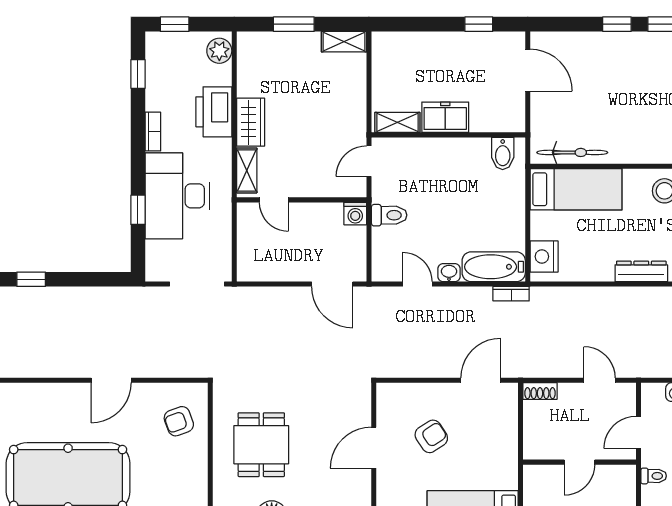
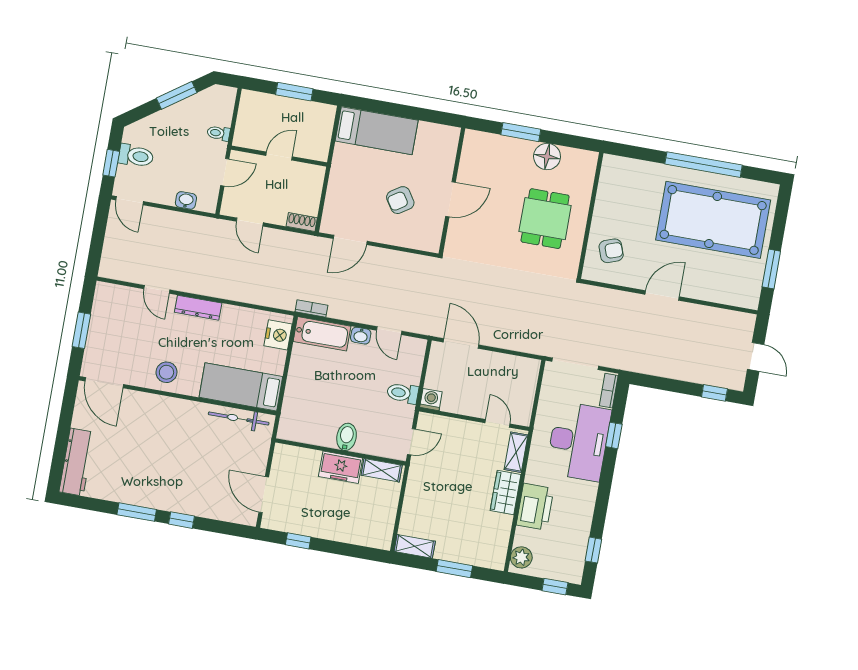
bookcase: (153, 132) -> (609, 391), moved
bidet: (503, 153) -> (347, 437), moved

